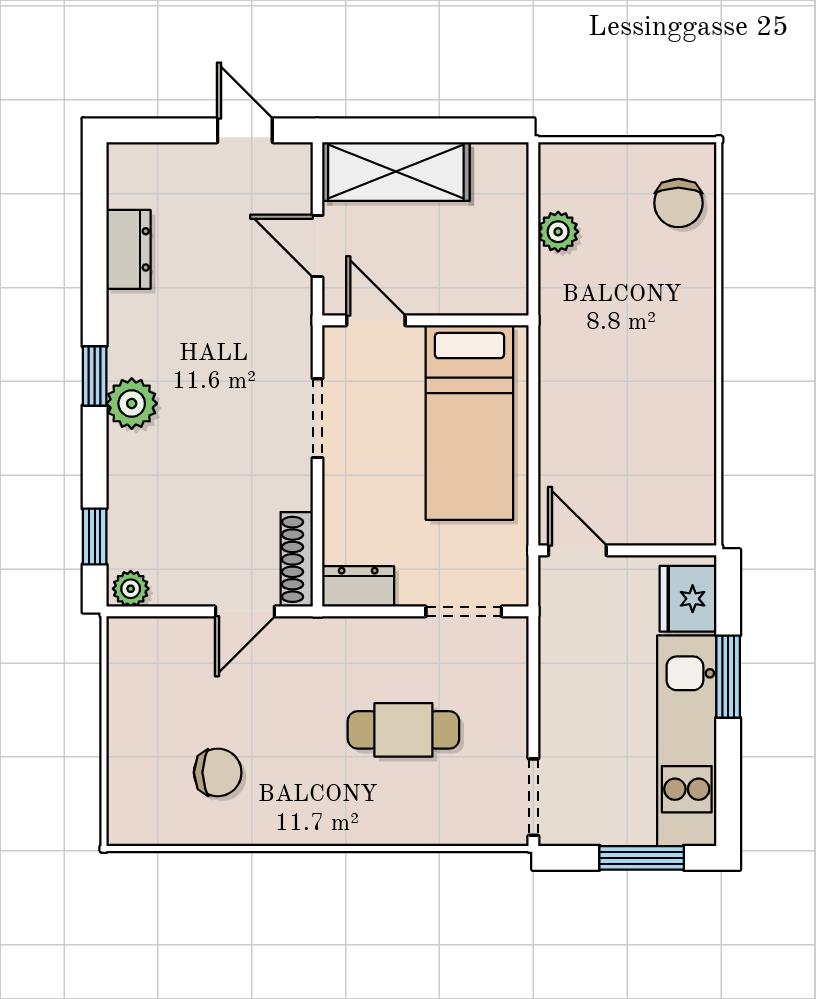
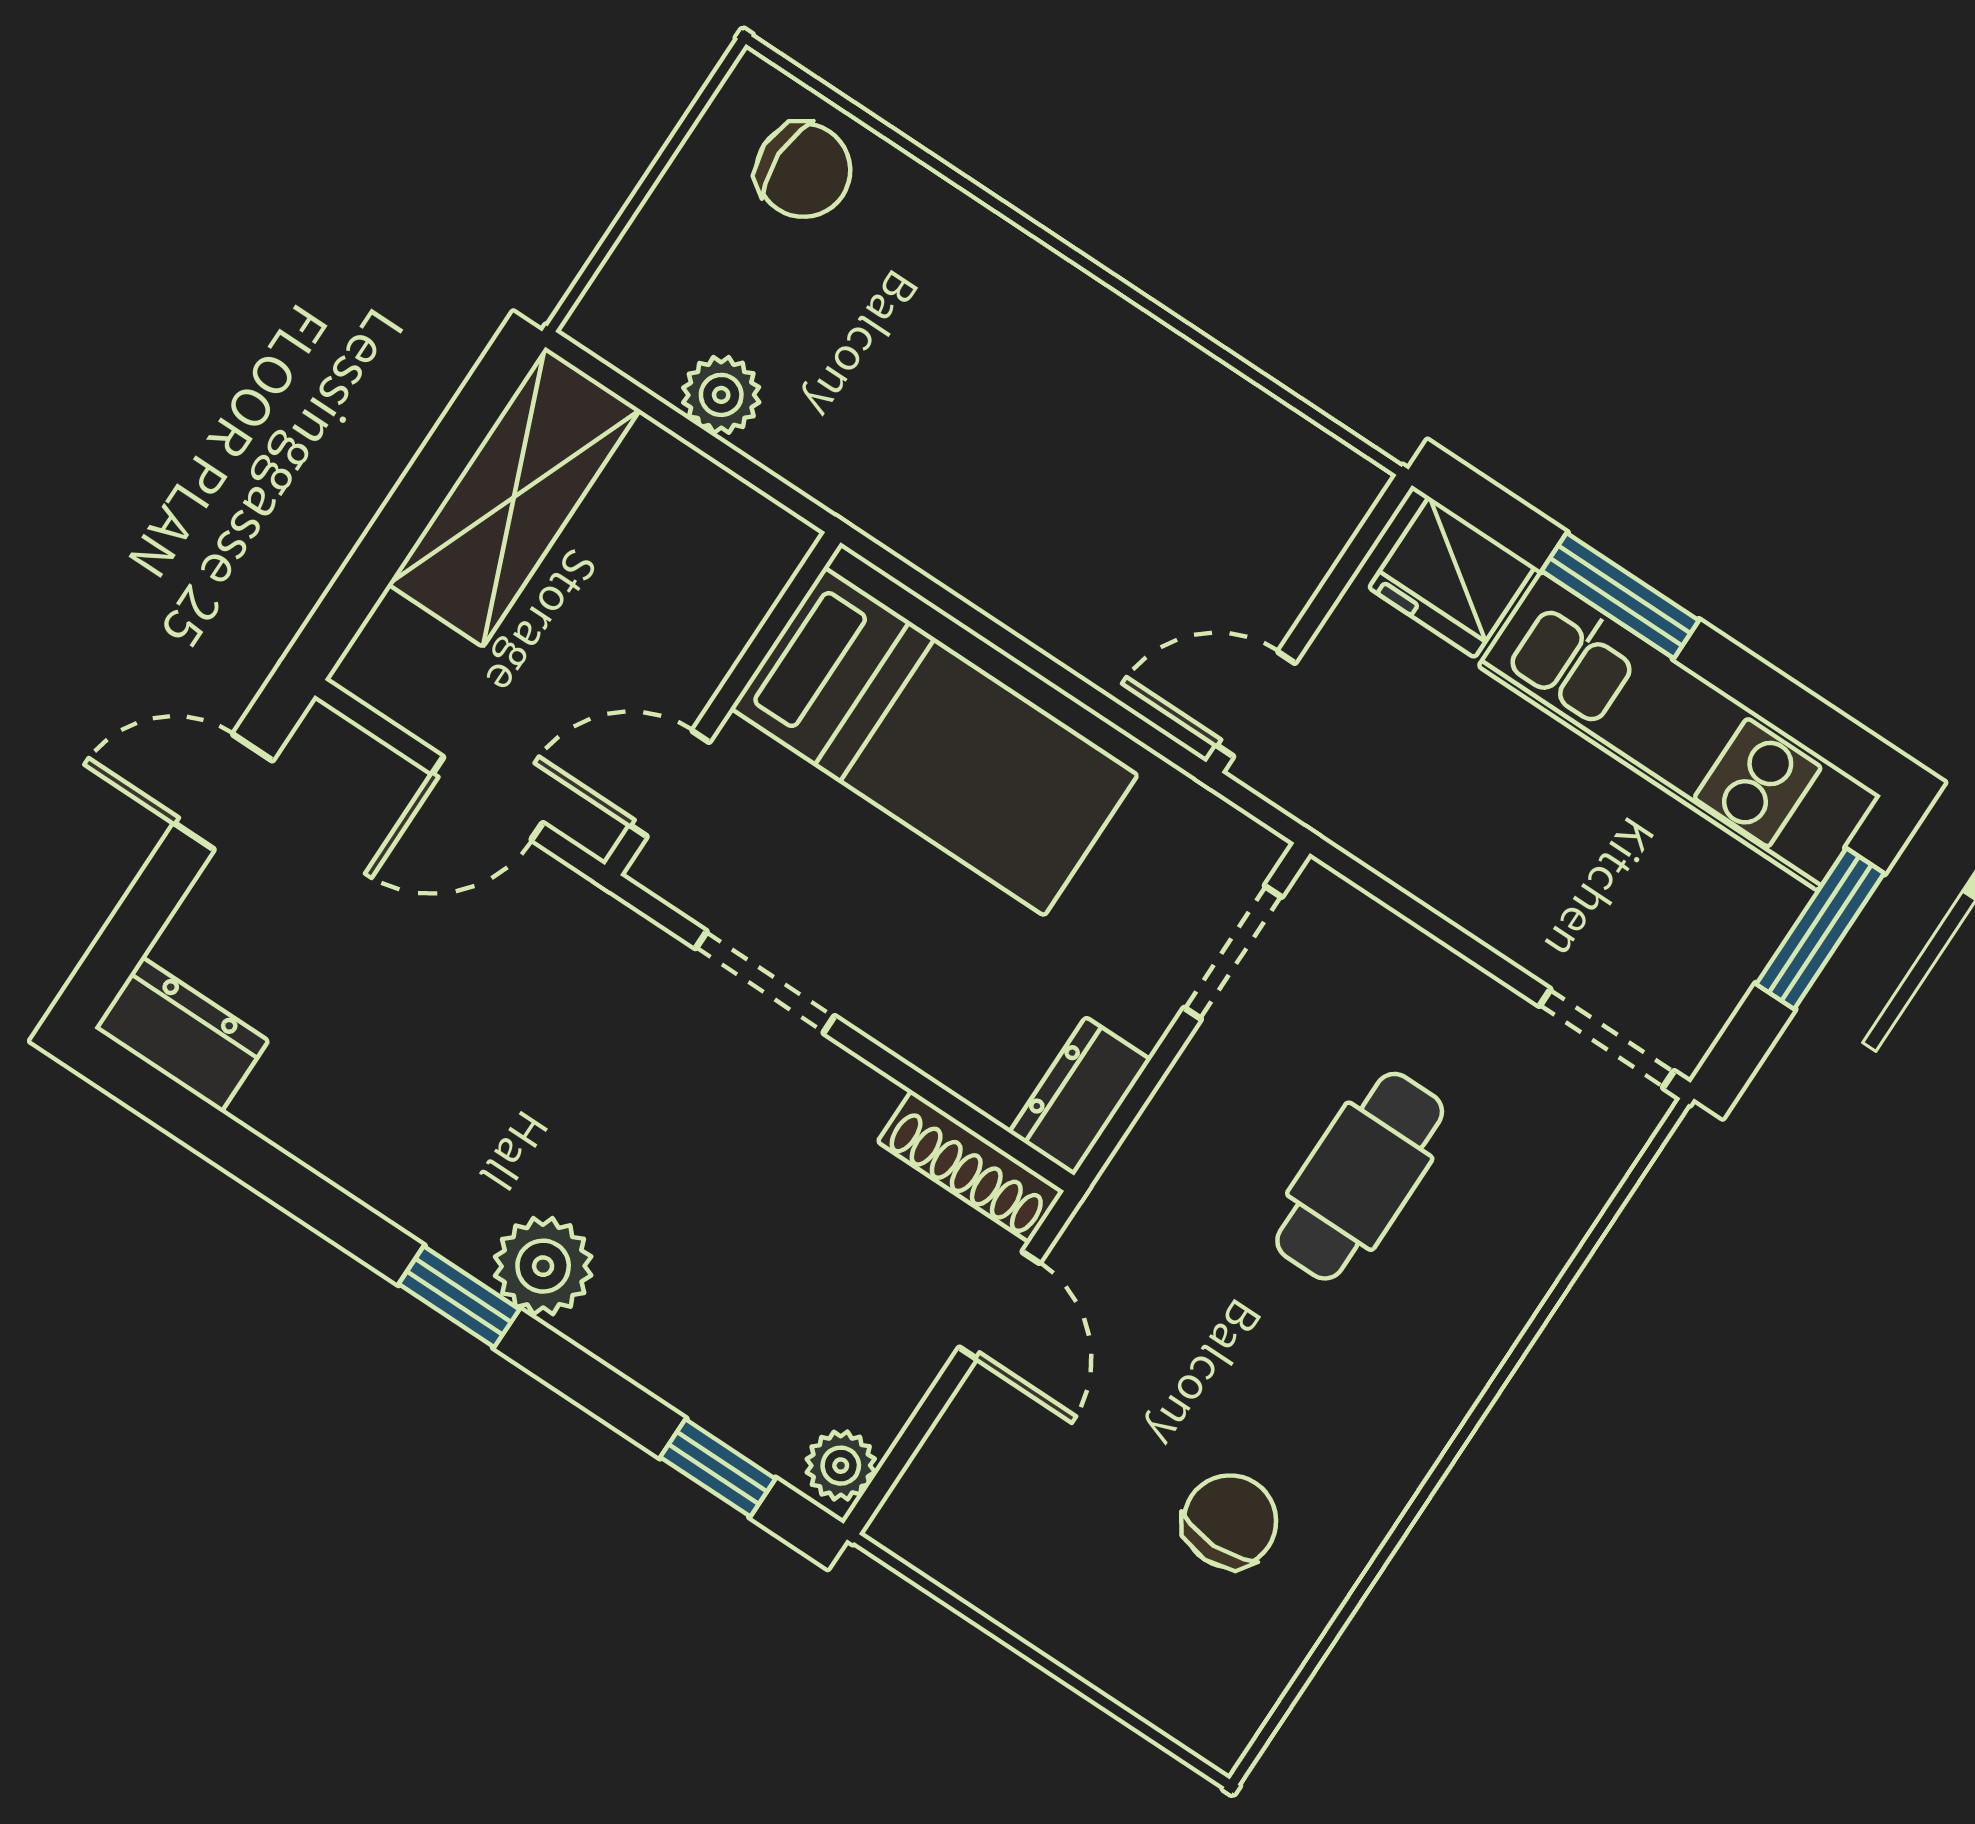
shelving: (396, 172) -> (514, 497), moved
dresser: (128, 249) -> (182, 1034), moved

